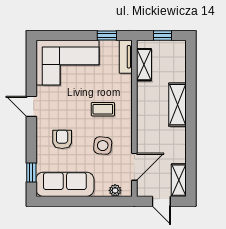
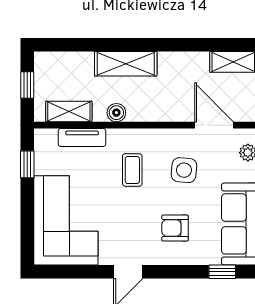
tv unit: (126, 57) -> (82, 137), moved
boiler: (143, 98) -> (116, 113), added

